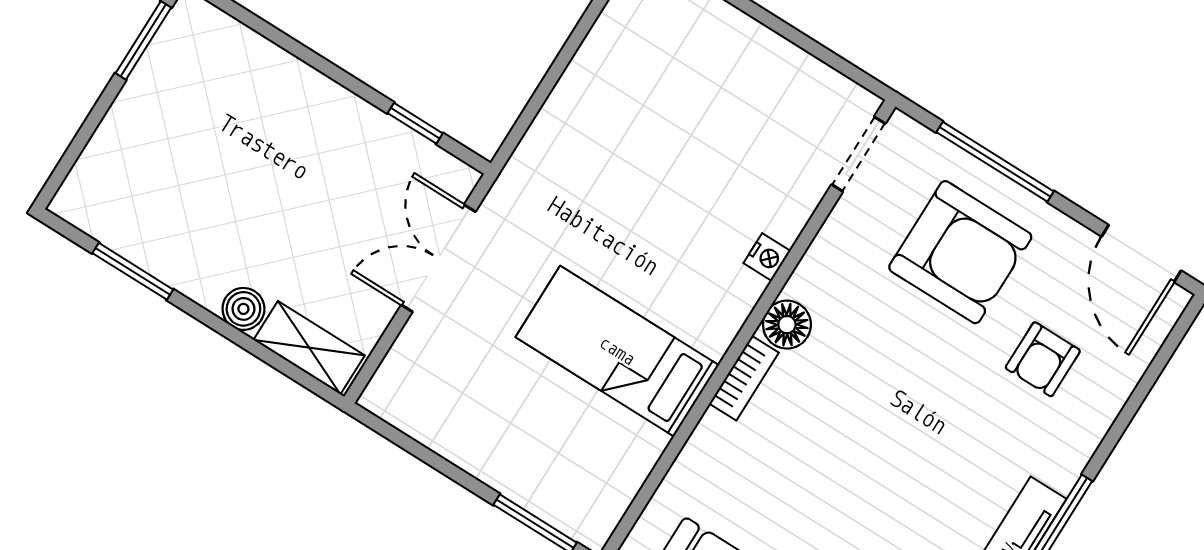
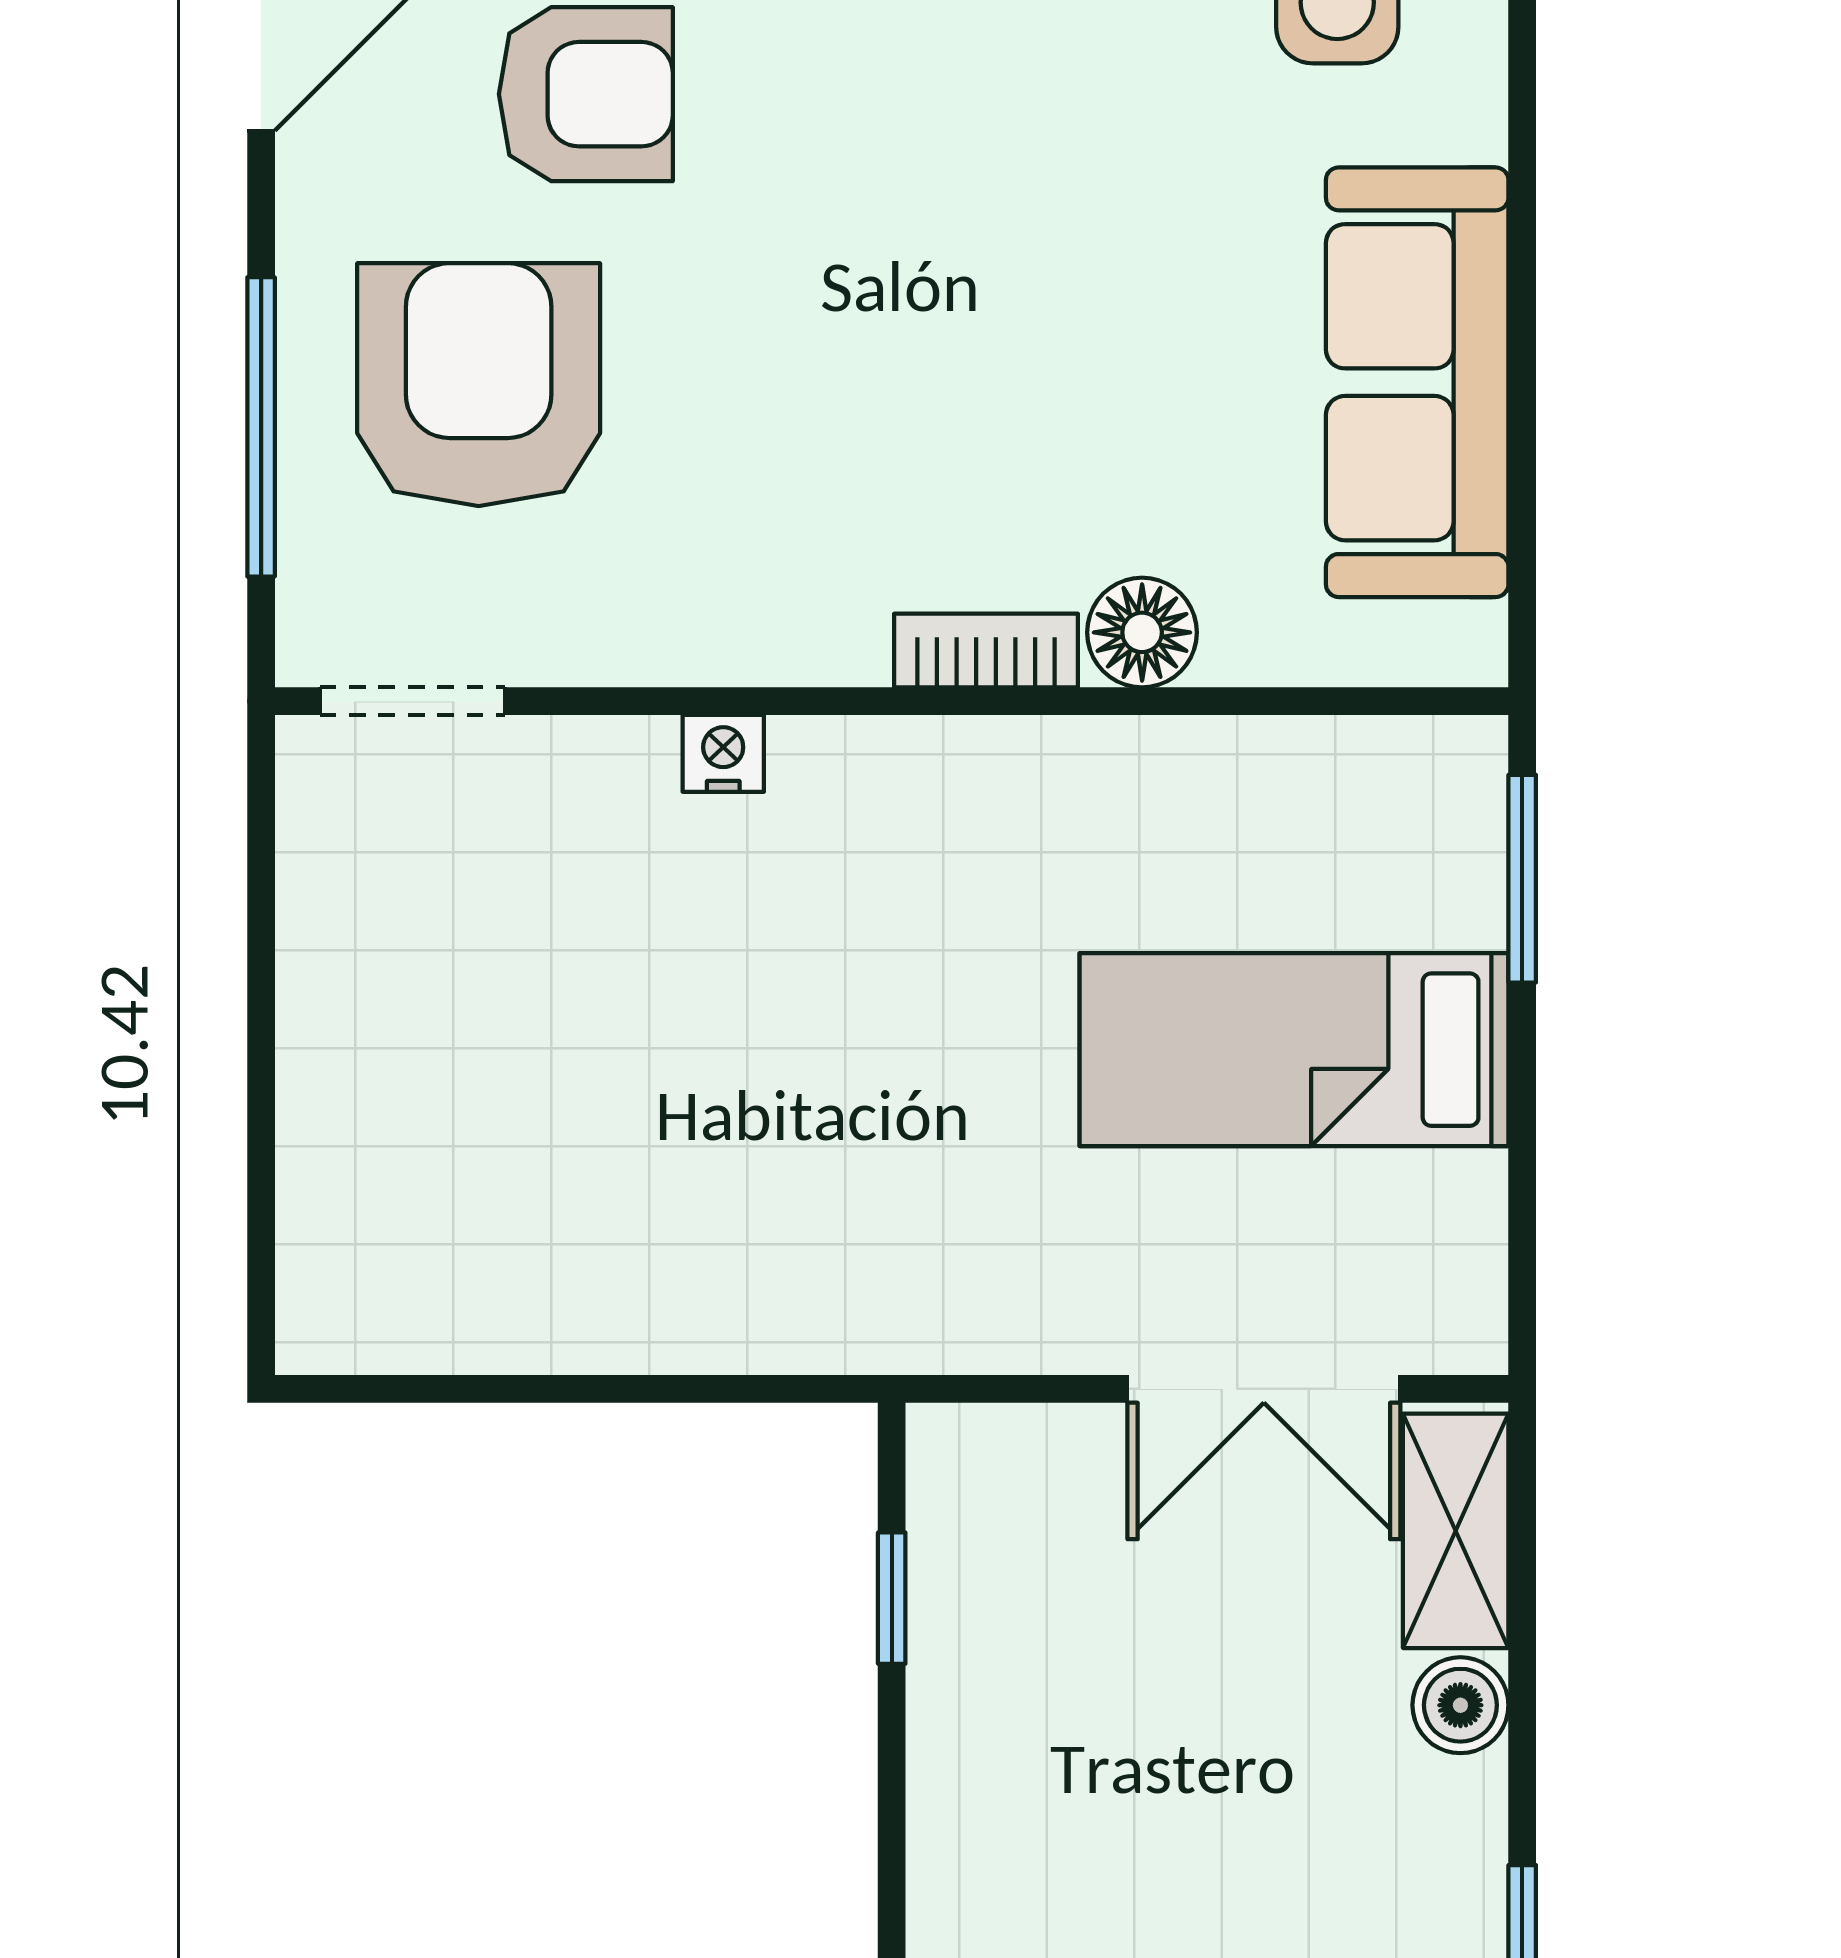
double door: (438, 258) -> (1264, 1389), moved
floor lamp: (787, 325) -> (1142, 632), moved
bed: (617, 351) -> (1294, 1050), moved, turned 90
armchair: (1043, 359) -> (586, 94), width x1.38, depth x1.38

